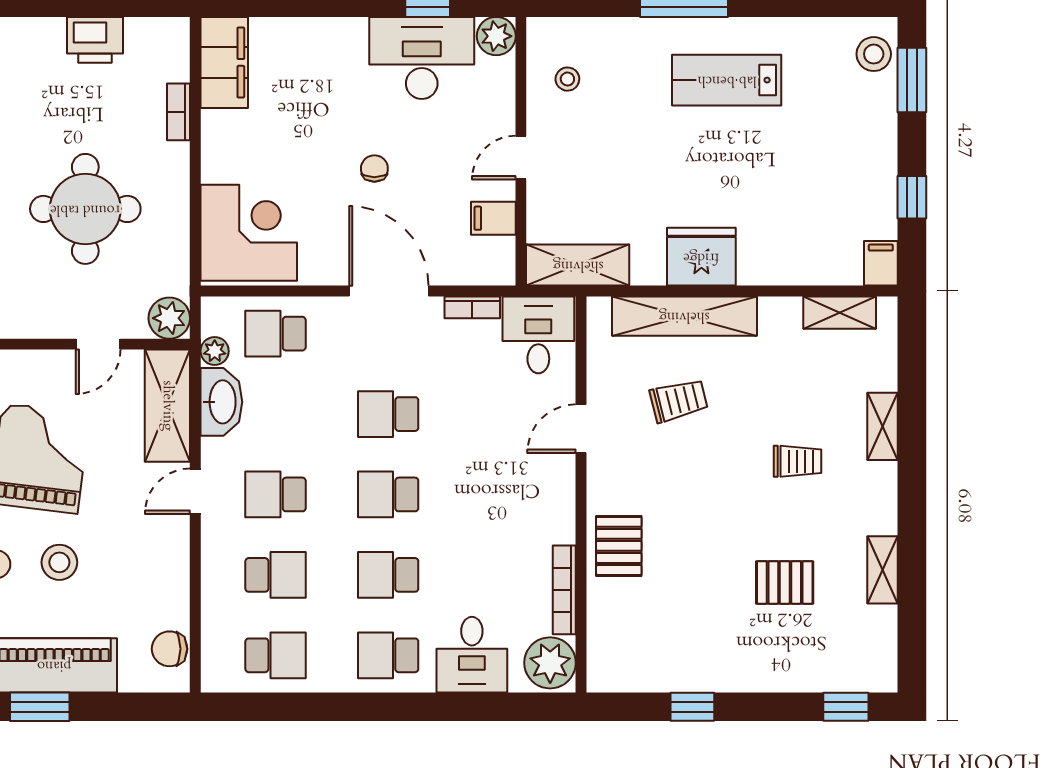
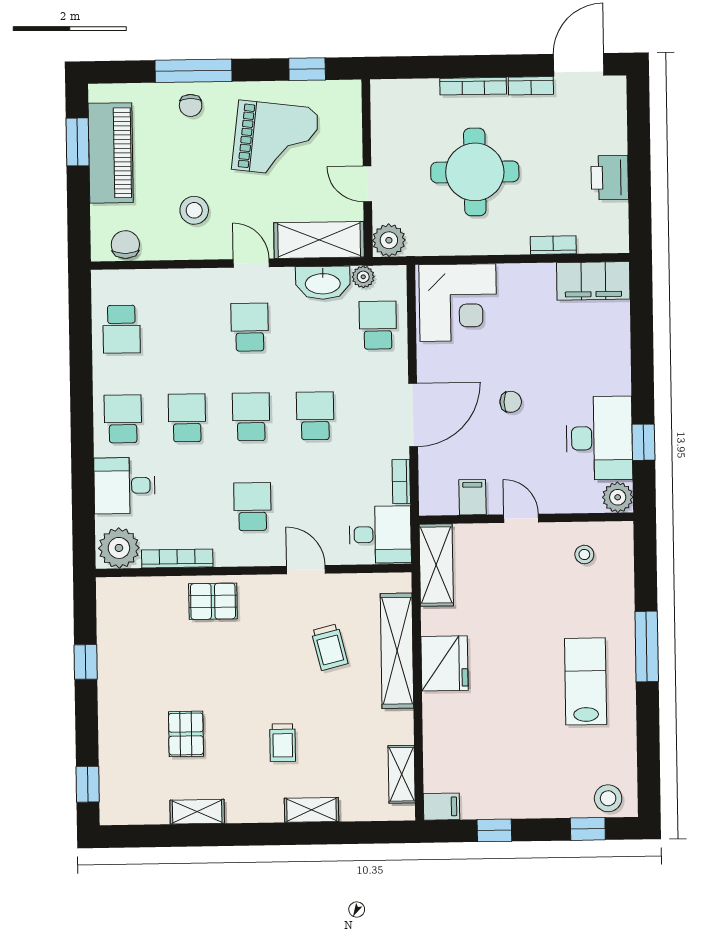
window: (912, 80) -> (588, 829), width x0.67
stool: (59, 562) -> (194, 210), moved
school desk: (276, 575) -> (252, 507), moved, turned 180

